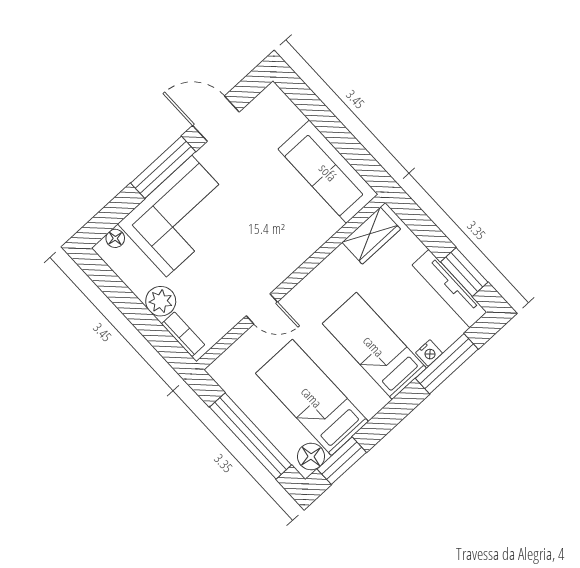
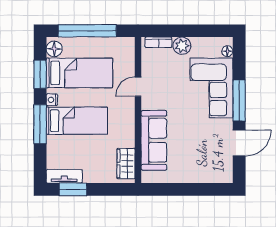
sofa: (328, 172) -> (154, 140), moved, turned 90
tv unit: (449, 289) -> (64, 176), width x0.71
nightstand: (429, 353) -> (52, 100), moved
window: (447, 364) -> (40, 124), moved
window: (342, 461) -> (40, 74), moved

